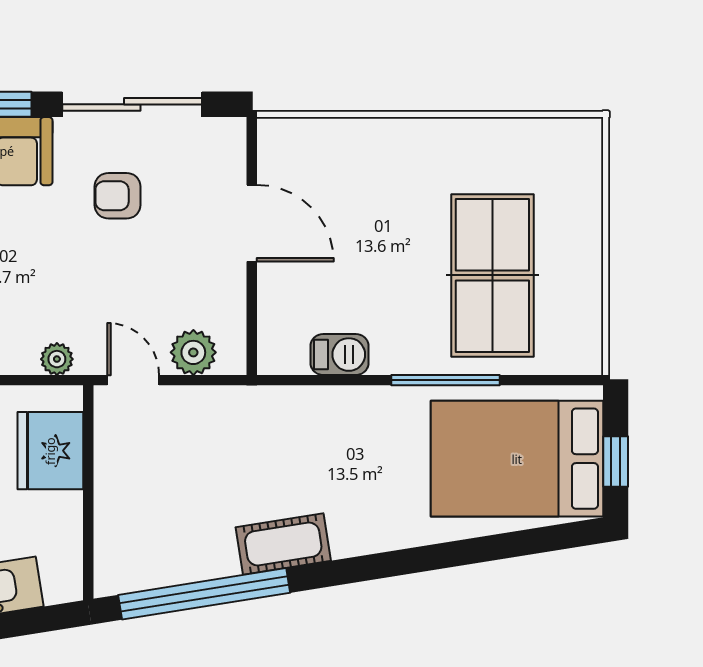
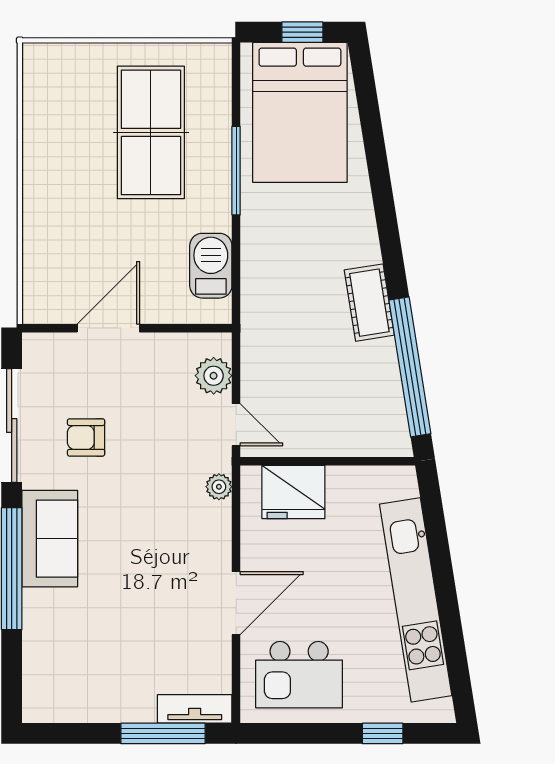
armchair: (118, 196) -> (86, 437), turned 90
table tennis table: (492, 275) -> (151, 132), turned 90
barbecue: (339, 355) -> (211, 266), width x1.38, depth x1.27
door: (133, 380) -> (236, 425), swing flipped

